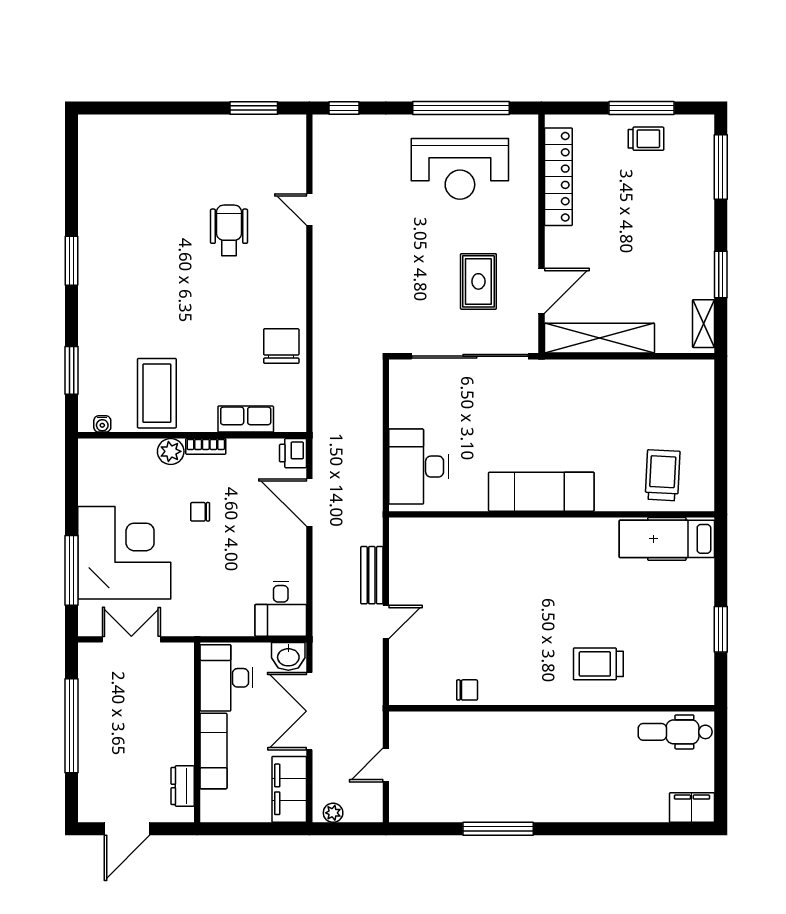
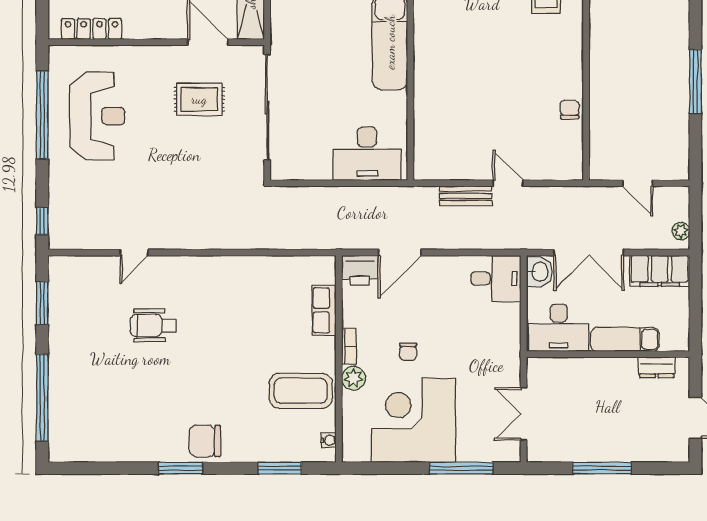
window: (149, 108) -> (42, 398), added
locker: (558, 177) -> (92, 29), width x0.71, depth x0.83
chair: (281, 346) -> (205, 441), moved
printer: (293, 453) -> (360, 270), width x1.36, depth x1.24
corner desk: (124, 553) -> (413, 420), moved
window: (71, 726) -> (602, 468), width x0.68

